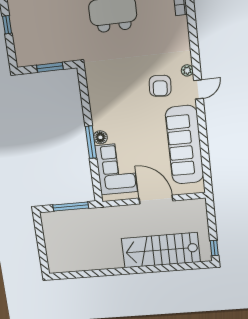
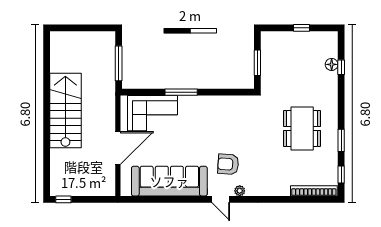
floor lamp: (100, 137) -> (185, 102), removed
stairs: (161, 250) -> (65, 111), moved

